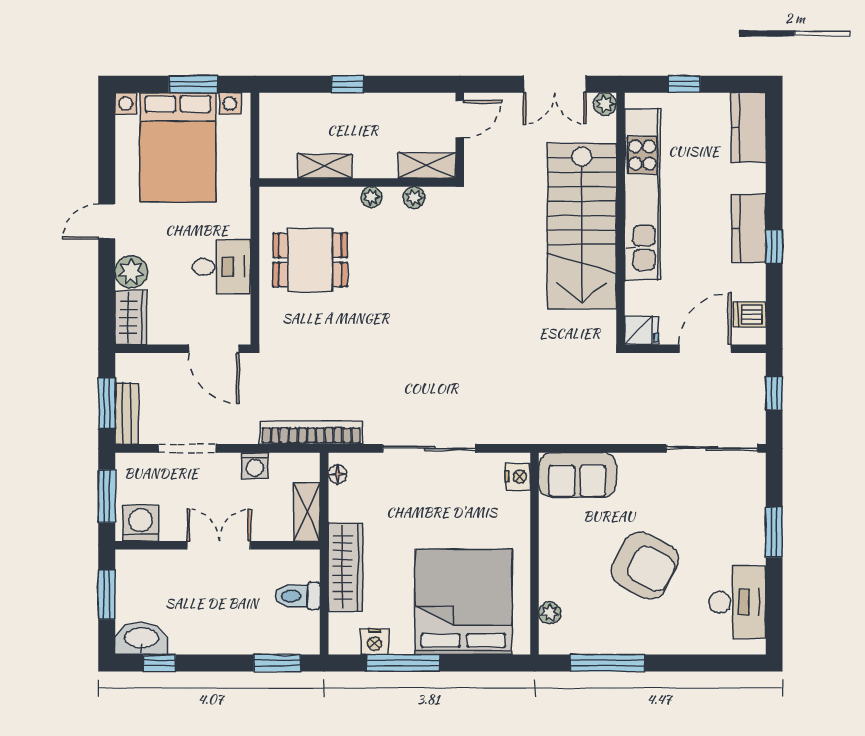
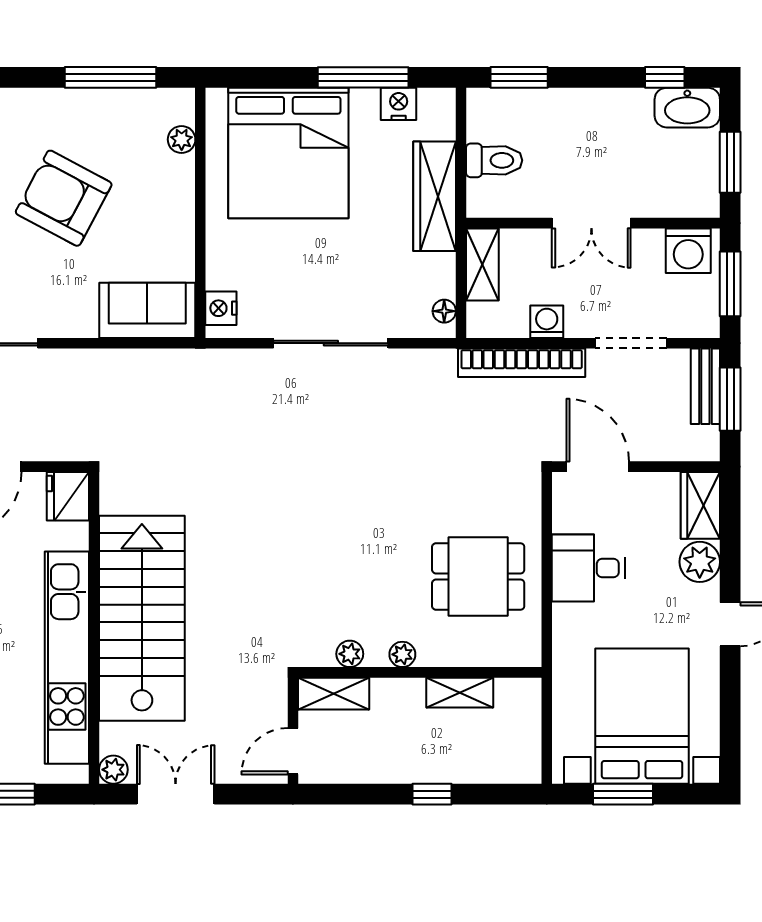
fridge: (642, 330) -> (68, 496), width x1.38
bookcase: (311, 433) -> (522, 363), moved

